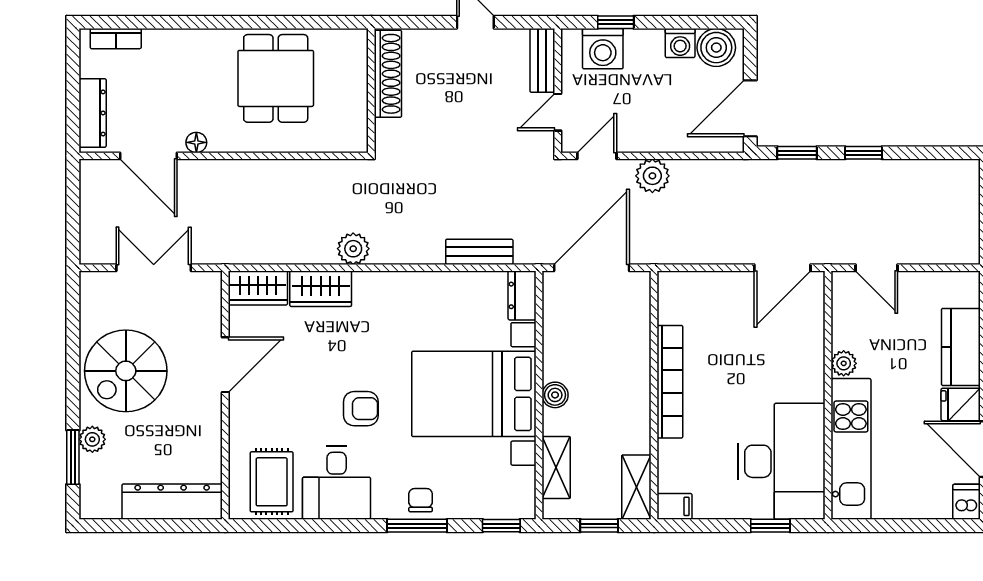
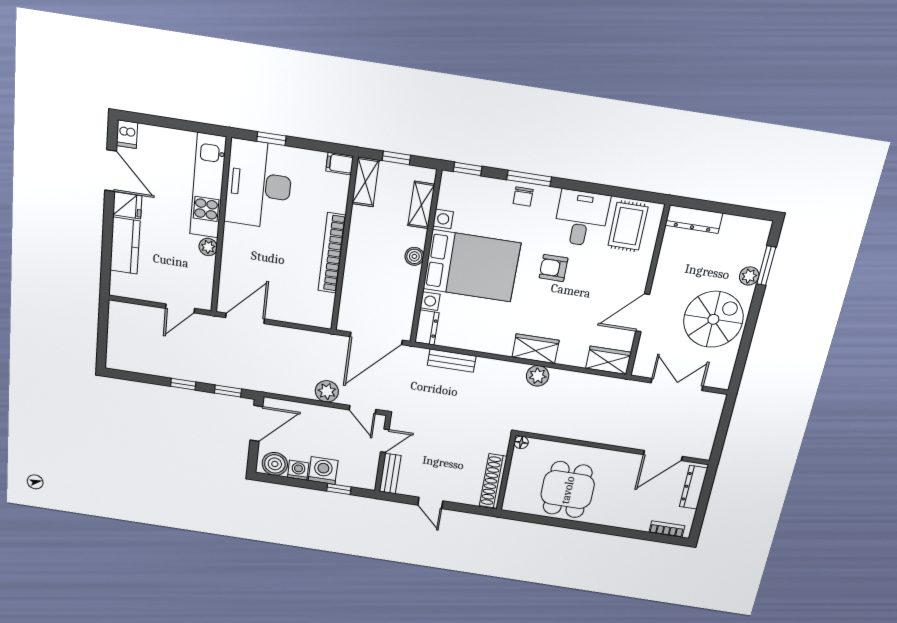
washing machine: (603, 49) -> (323, 471), moved
floor lamp: (196, 142) -> (521, 442), moved
door: (149, 156) -> (663, 456), swing flipped
door: (597, 156) -> (362, 410), hinge flipped
double door: (154, 268) -> (677, 384), swing flipped
door: (877, 268) -> (180, 308), swing flipped
wardrobe: (321, 289) -> (535, 349), moved
dresser: (172, 502) -> (694, 219), width x0.73, depth x0.80

